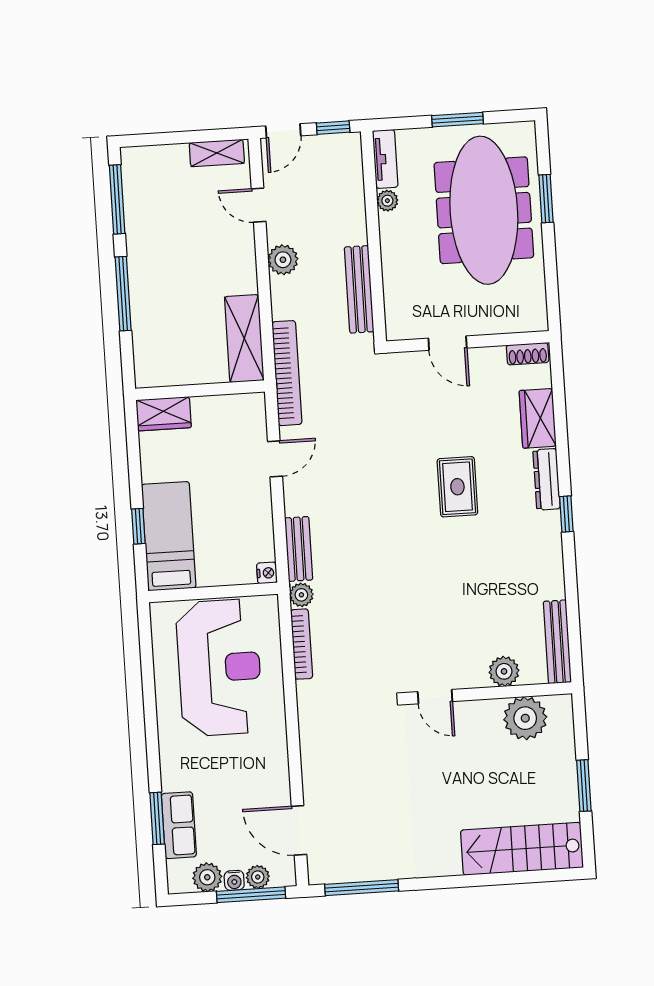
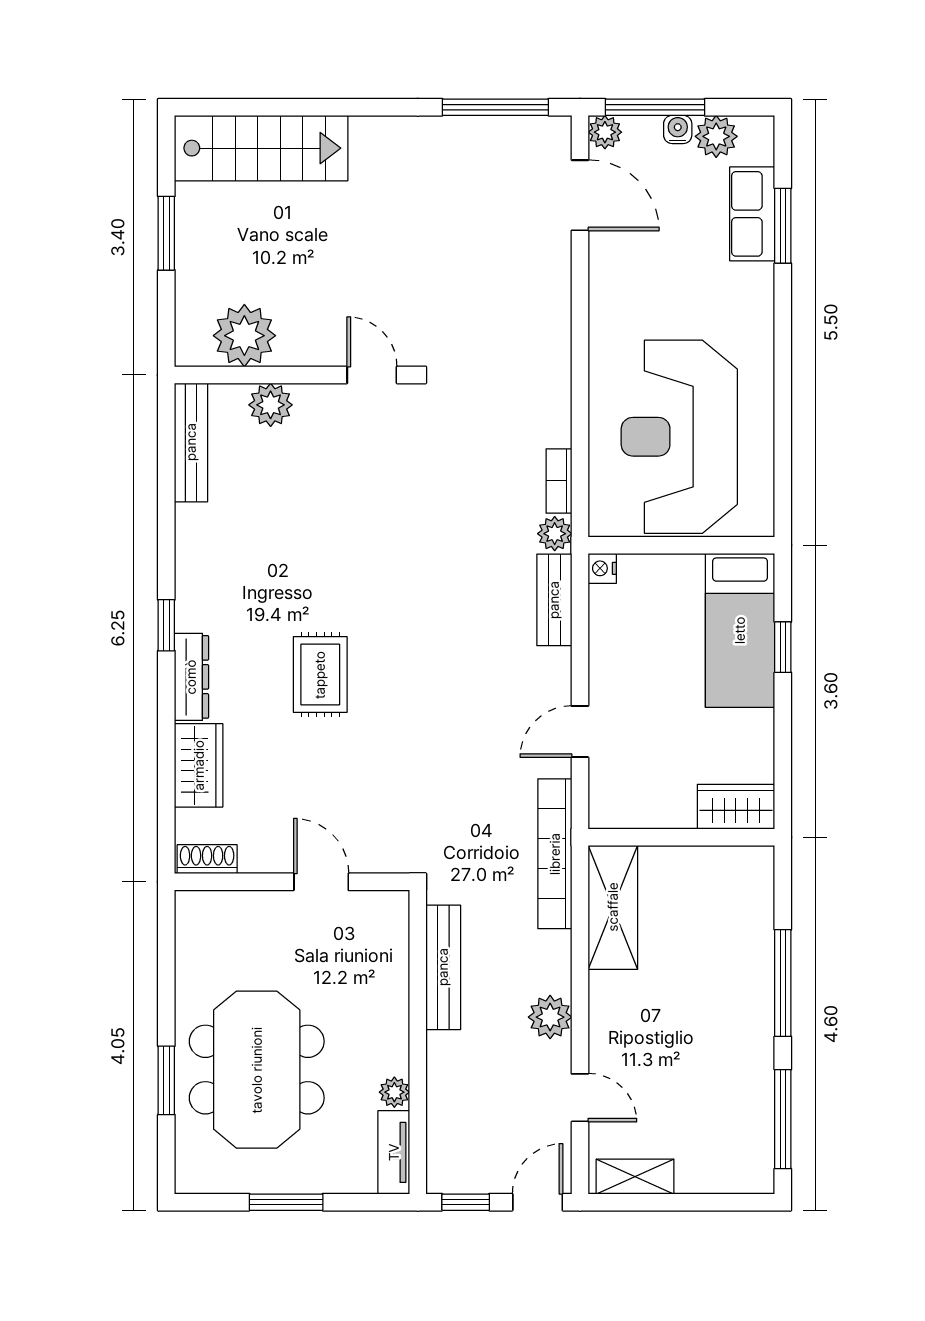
meeting table: (484, 210) -> (257, 1070), width x0.73
bookcase: (302, 644) -> (559, 481), width x0.64
plant: (258, 877) -> (605, 132), moved

